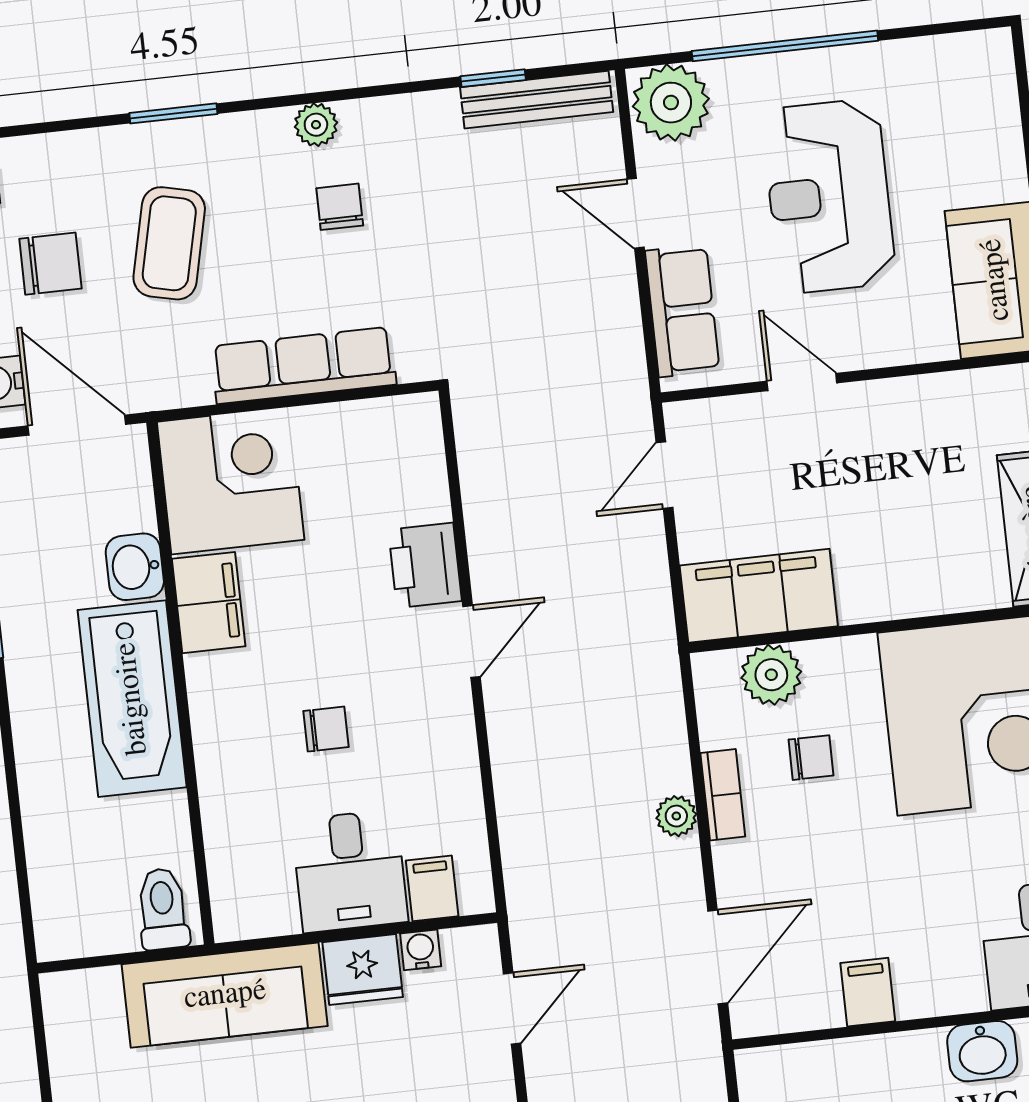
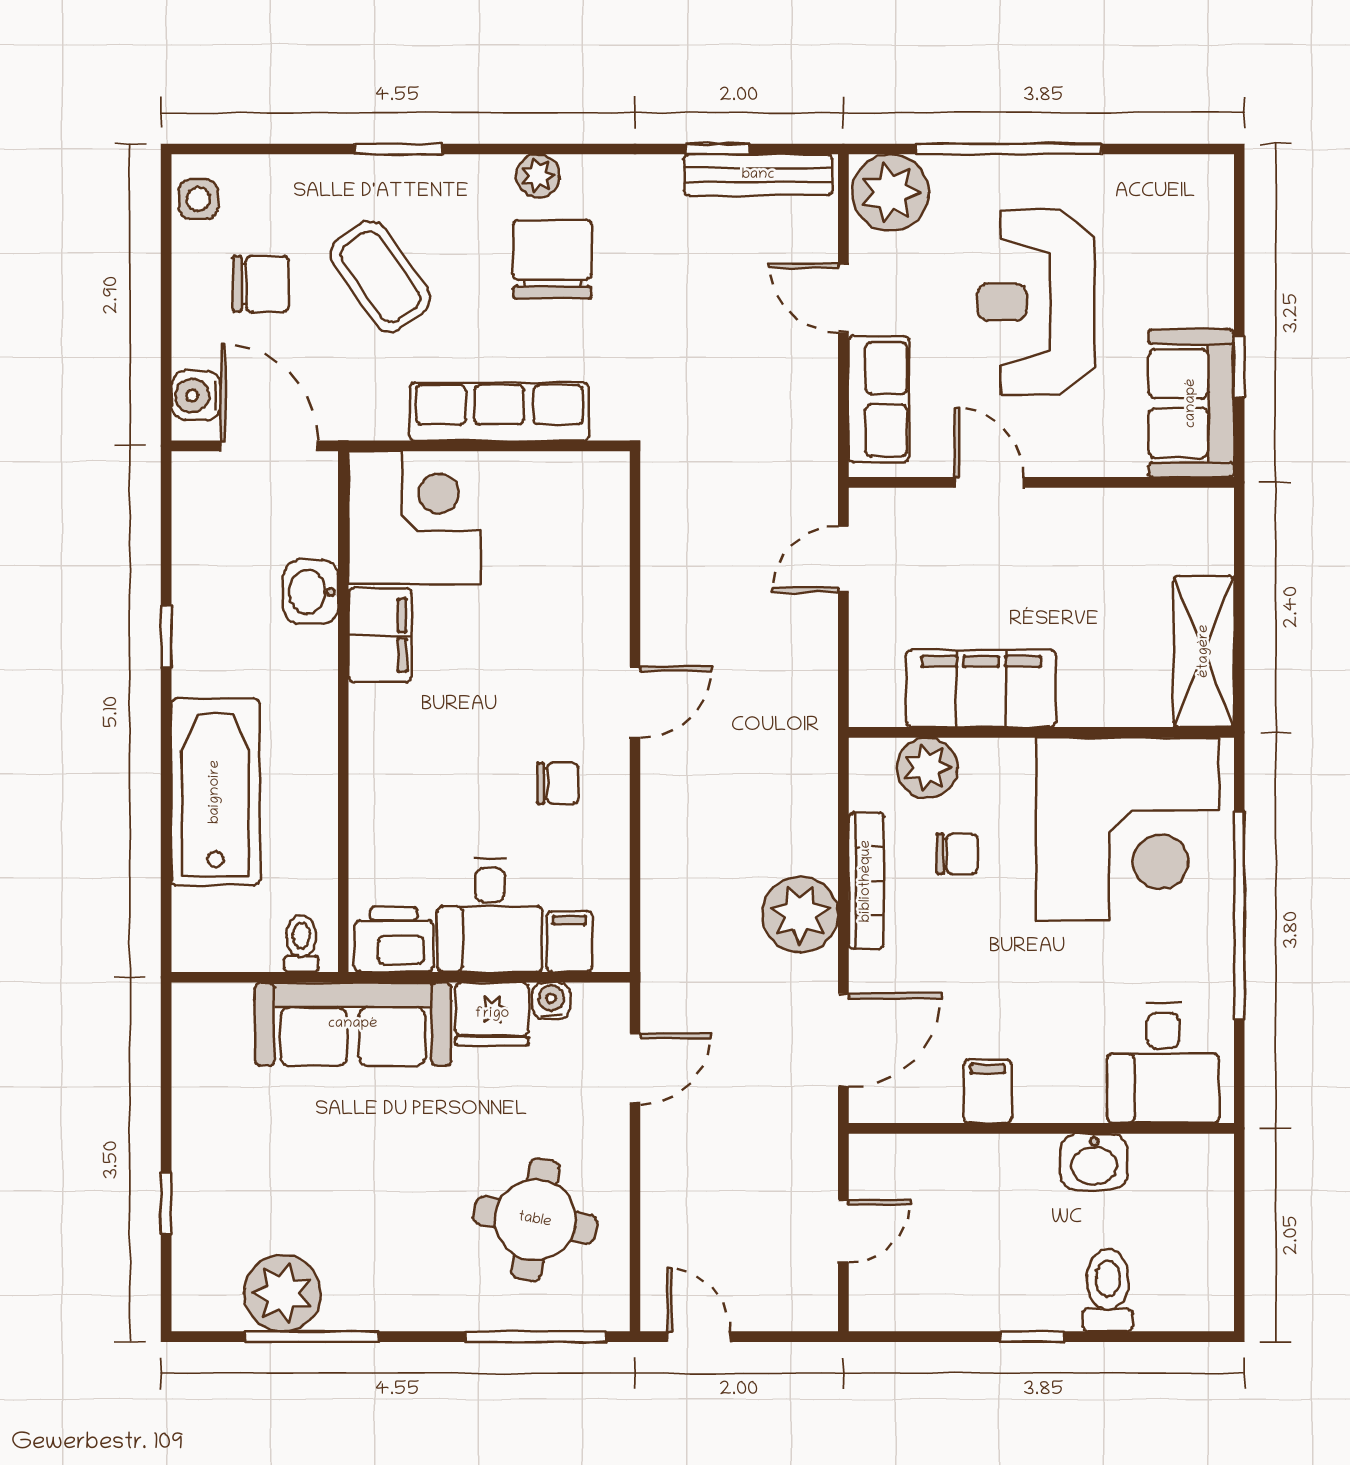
chair: (340, 207) -> (552, 259), width x1.87, depth x1.87
coffee table: (169, 243) -> (380, 277), turned -48
printer: (425, 565) -> (394, 940), moved, turned 90
filing cabinet: (759, 596) -> (981, 689), moved
bathtub: (132, 699) -> (215, 792), moved, turned 180
chair: (326, 729) -> (558, 783), moved
bookcase: (723, 795) -> (866, 881), width x1.56
plant: (676, 816) -> (800, 914), width x1.88, depth x1.88
toilet: (163, 909) -> (301, 943), width x0.73, depth x0.72

